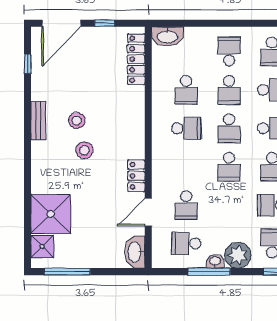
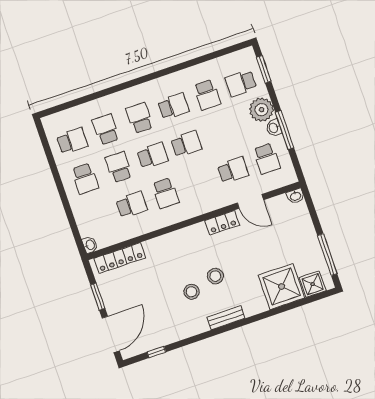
door: (62, 23) -> (111, 334), hinge flipped
window: (105, 23) -> (98, 296), width x1.50
washbasin: (167, 36) -> (90, 245), width x0.52, depth x0.69
school desk: (229, 51) -> (85, 179), turned -90
school desk: (229, 90) -> (119, 167), turned -90
bench: (38, 121) -> (226, 318), moved
school desk: (186, 128) -> (165, 193), turned 180
washbasin: (135, 252) -> (295, 196), width x0.52, depth x0.69

